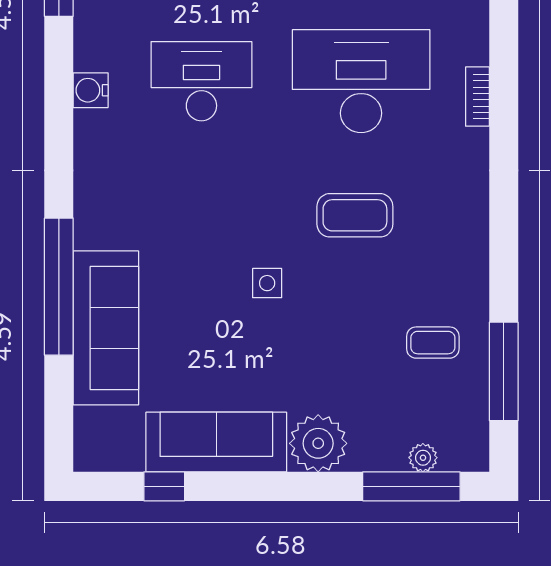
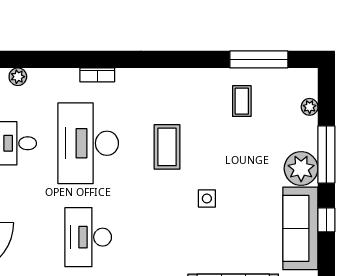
window: (164, 486) -> (326, 220), moved
window: (411, 486) -> (326, 154), moved

